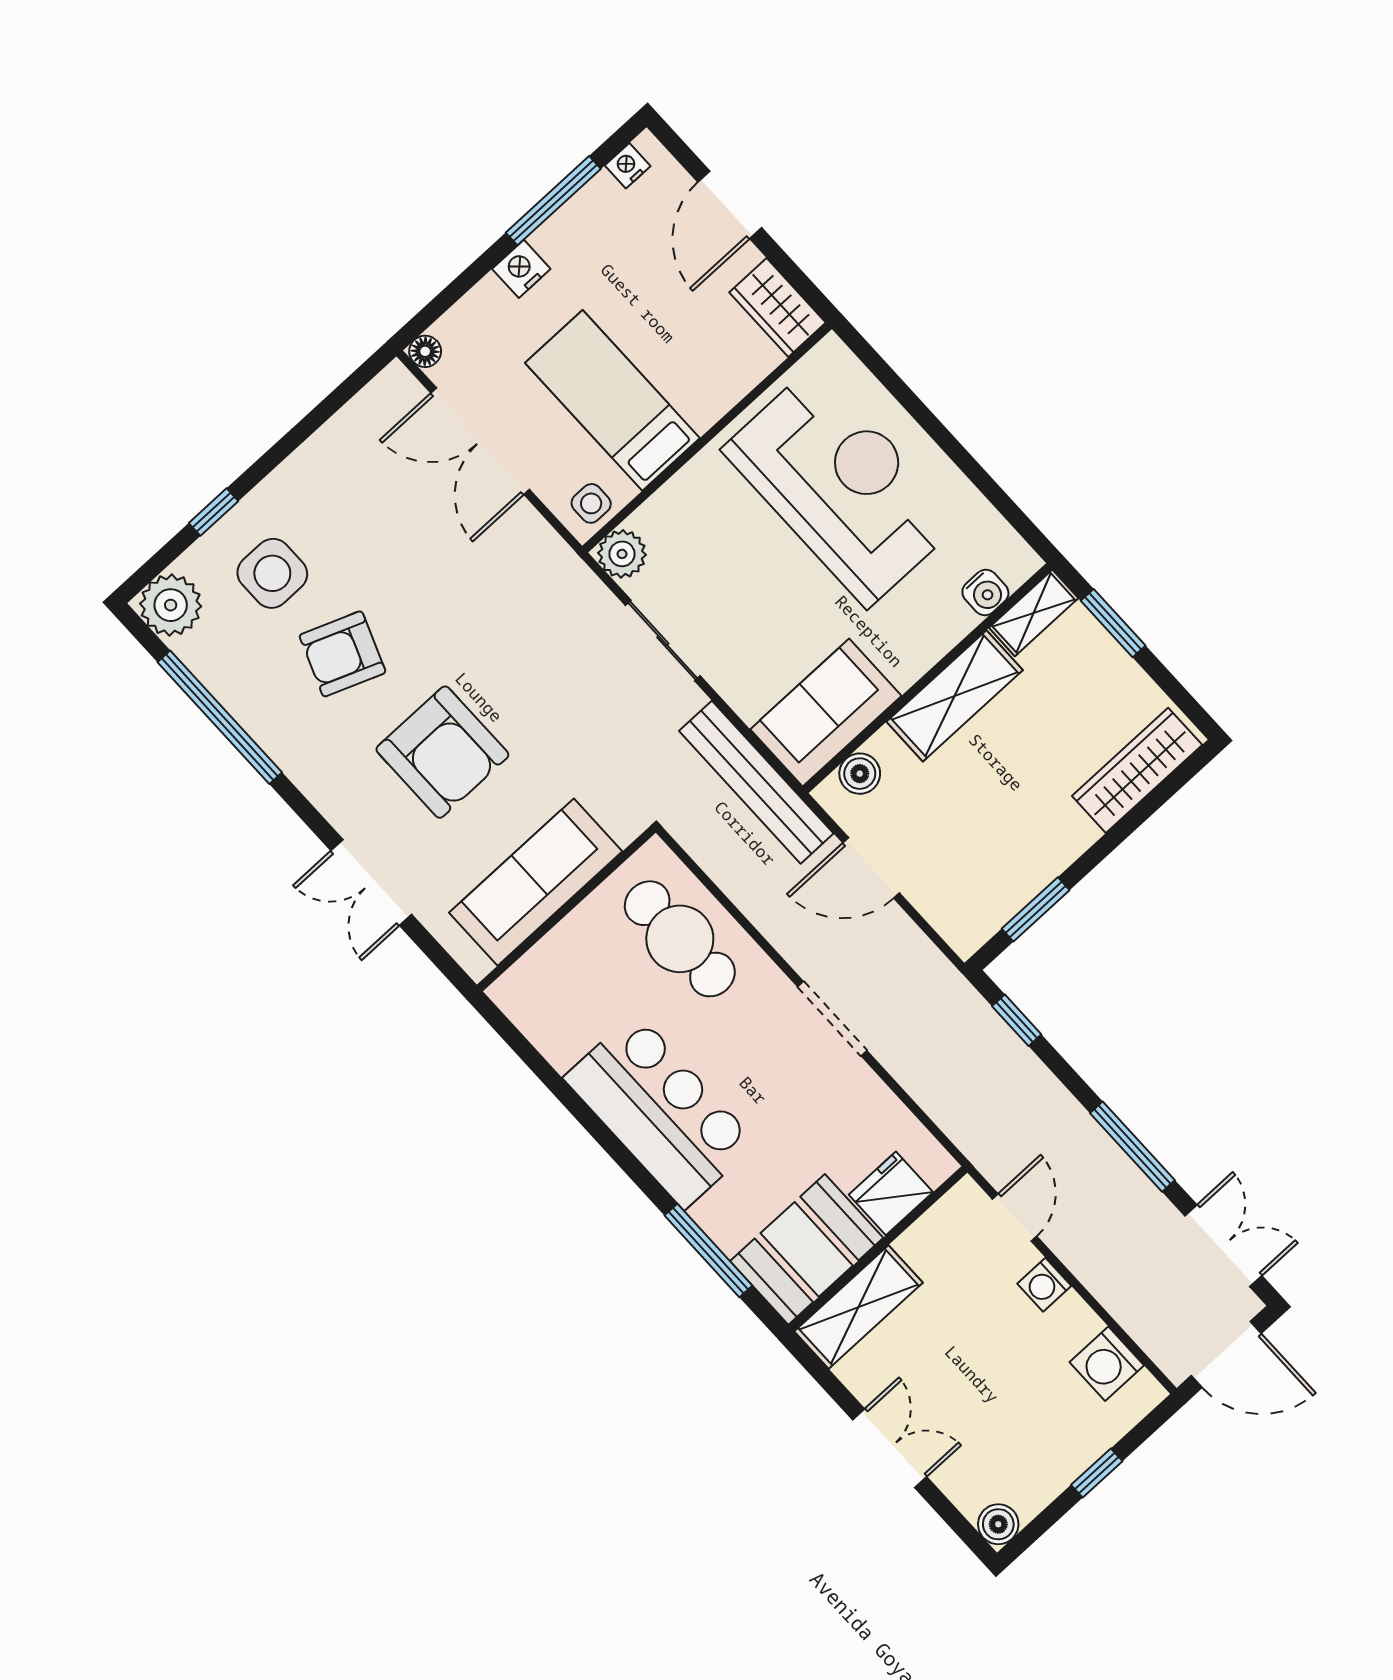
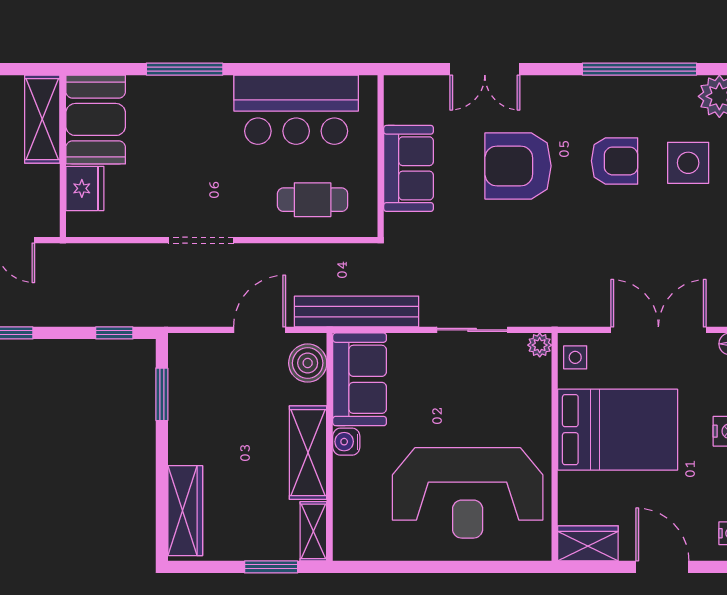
bed: (612, 400) -> (618, 430), width x1.50
plant: (622, 554) -> (540, 345), width x0.73, depth x0.73
water cooler: (985, 592) -> (346, 442), moved
armchair: (343, 654) -> (615, 161), turned 69
boiler: (860, 774) -> (308, 363), width x1.36, depth x1.36
sofa: (536, 882) -> (409, 168), width x0.73
double door: (371, 883) -> (485, 69), swing flipped
cafe table: (680, 939) -> (313, 200), width x0.73, depth x0.74
bar counter: (660, 1111) -> (296, 110), moved
window: (708, 1250) -> (185, 69), moved

